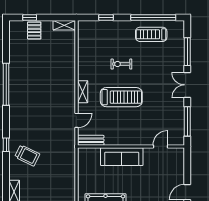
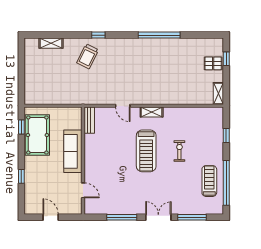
bench: (91, 140) -> (89, 120), moved
wall: (131, 146) -> (83, 161), moved
door: (160, 146) -> (83, 190), moved
sofa: (122, 157) -> (73, 151), moved

